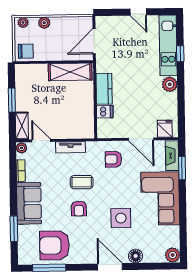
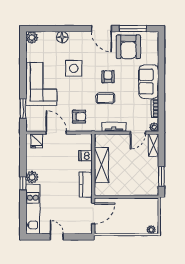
plant: (44, 23) -> (134, 229), removed
chair: (26, 51) -> (149, 206), removed
window: (180, 54) -> (23, 183), moved
shelving: (70, 72) -> (101, 165), moved, turned 90
kitchen counter: (104, 89) -> (86, 185), moved
window: (12, 100) -> (161, 176), moved
door: (41, 141) -> (138, 133), hinge flipped
fireplace: (172, 156) -> (31, 119), removed
window: (14, 229) -> (161, 61), removed
armchair: (54, 245) -> (128, 47), turned 90
door: (110, 267) -> (101, 29), moved

